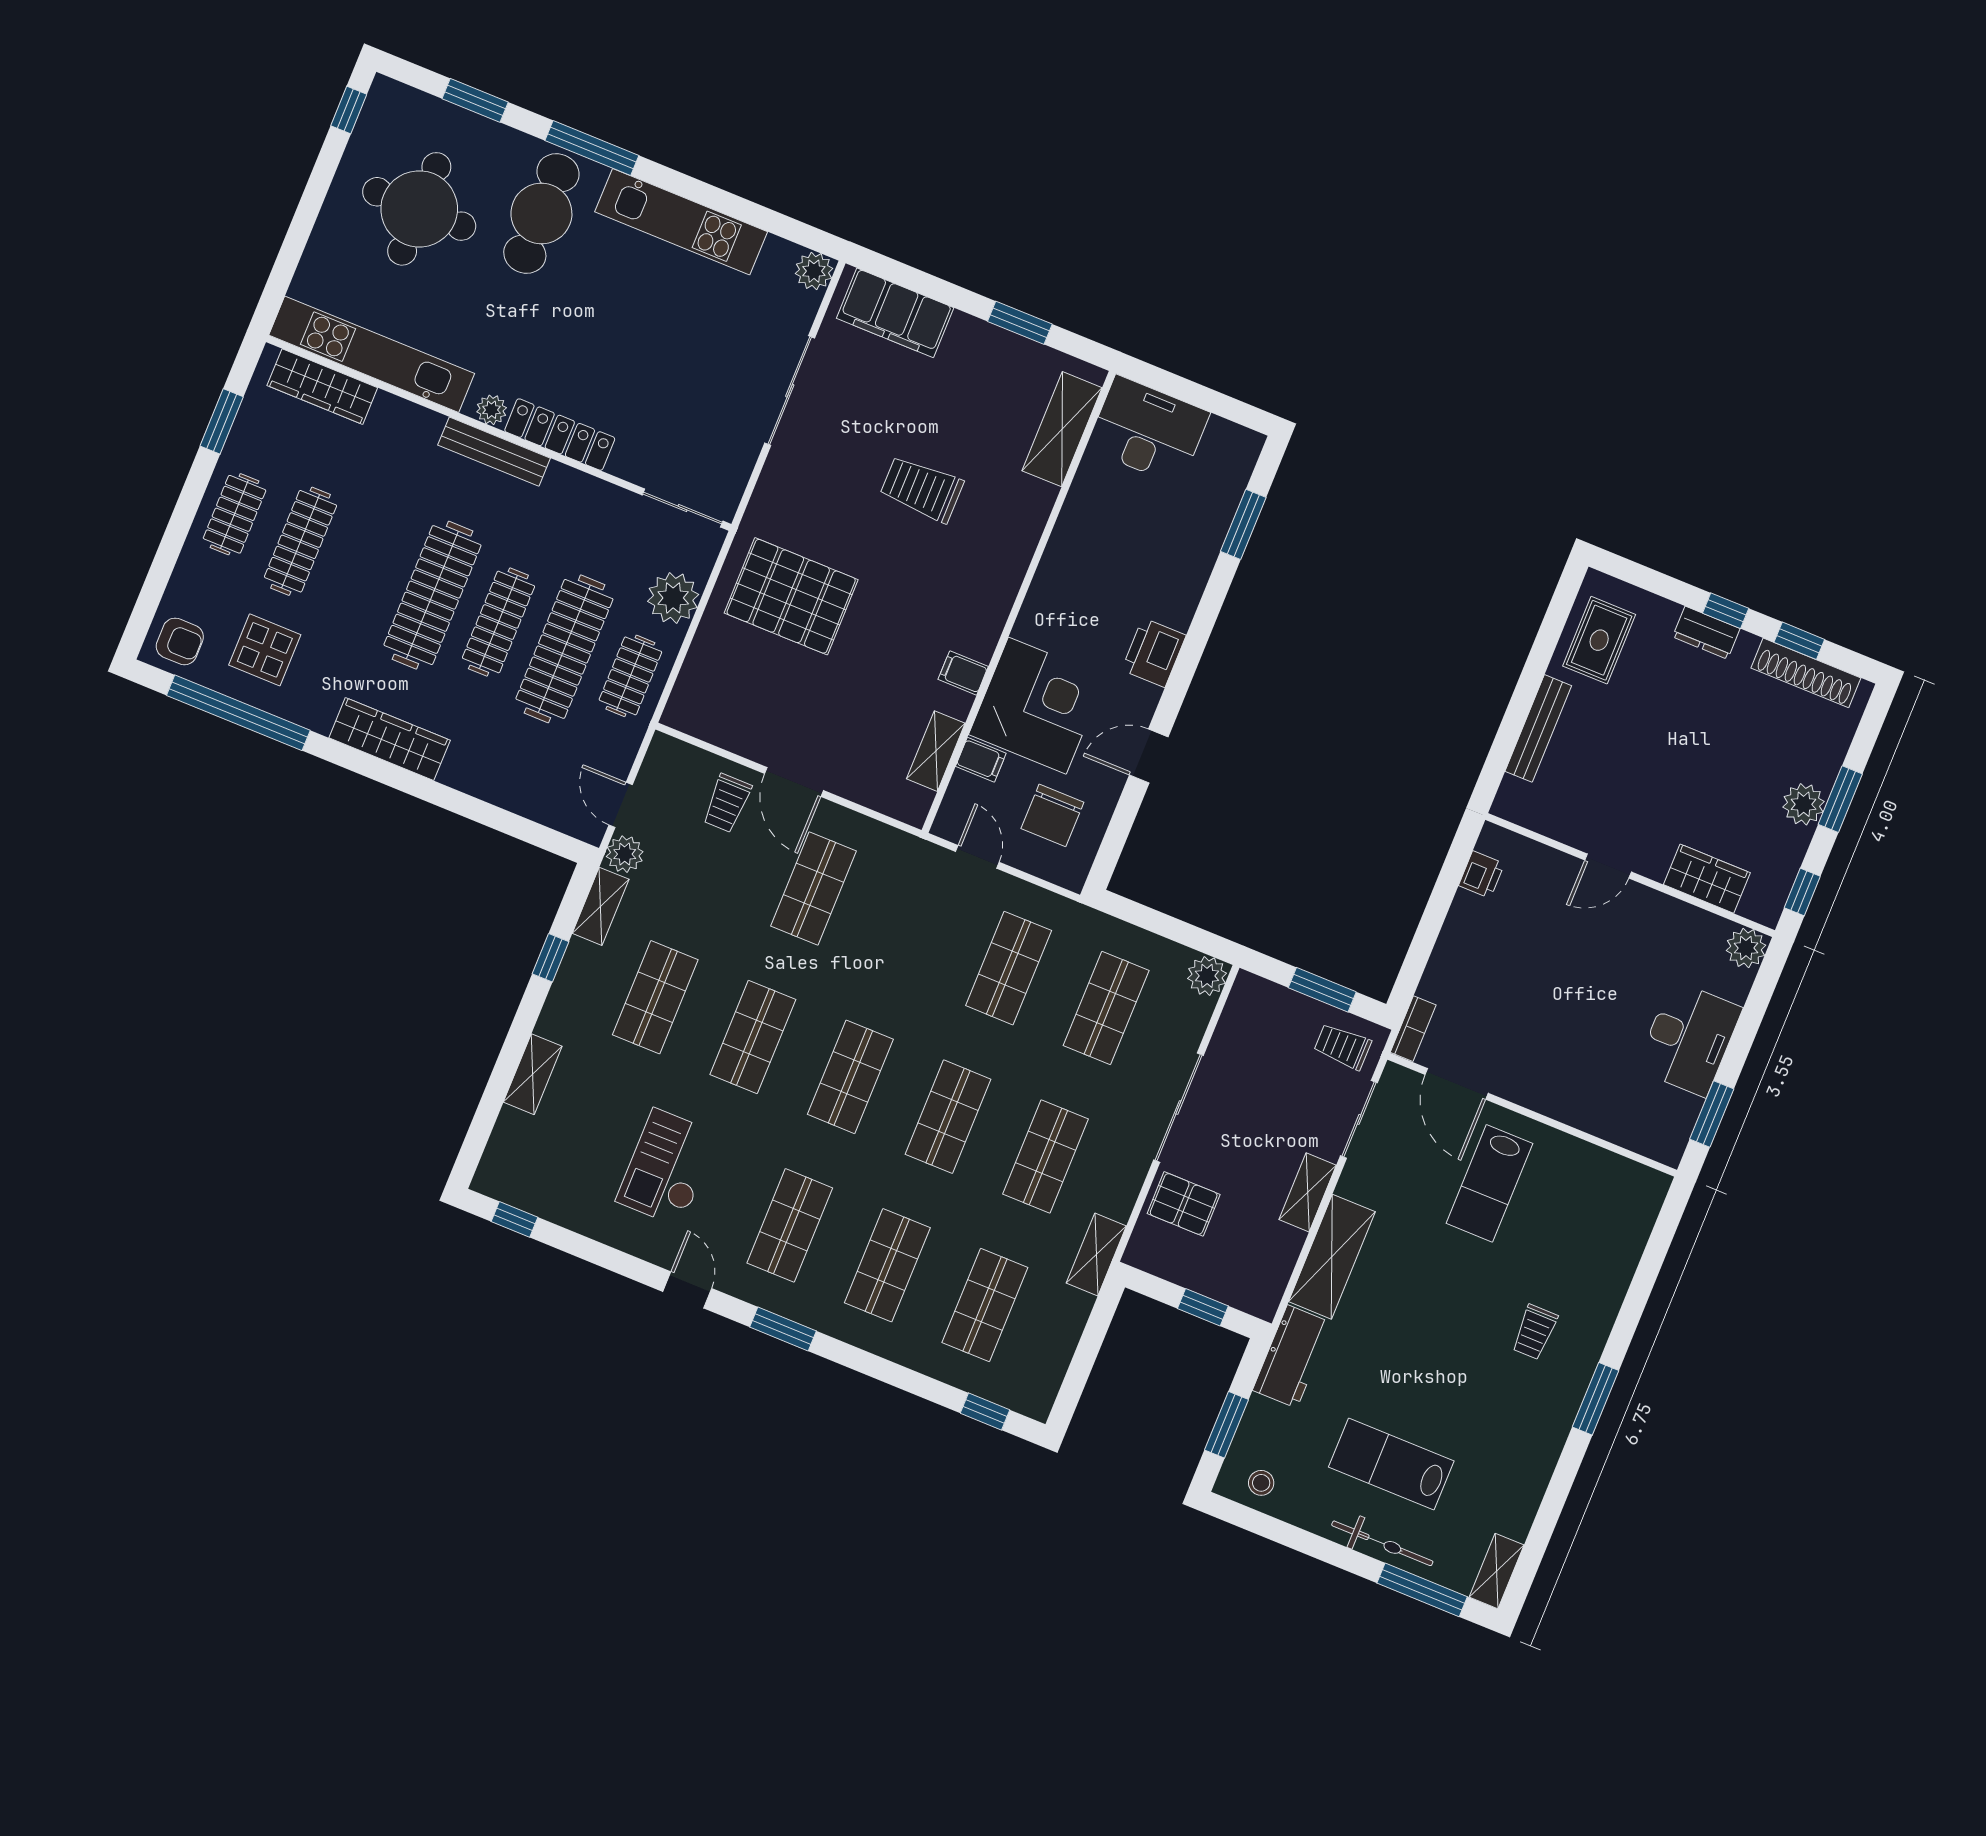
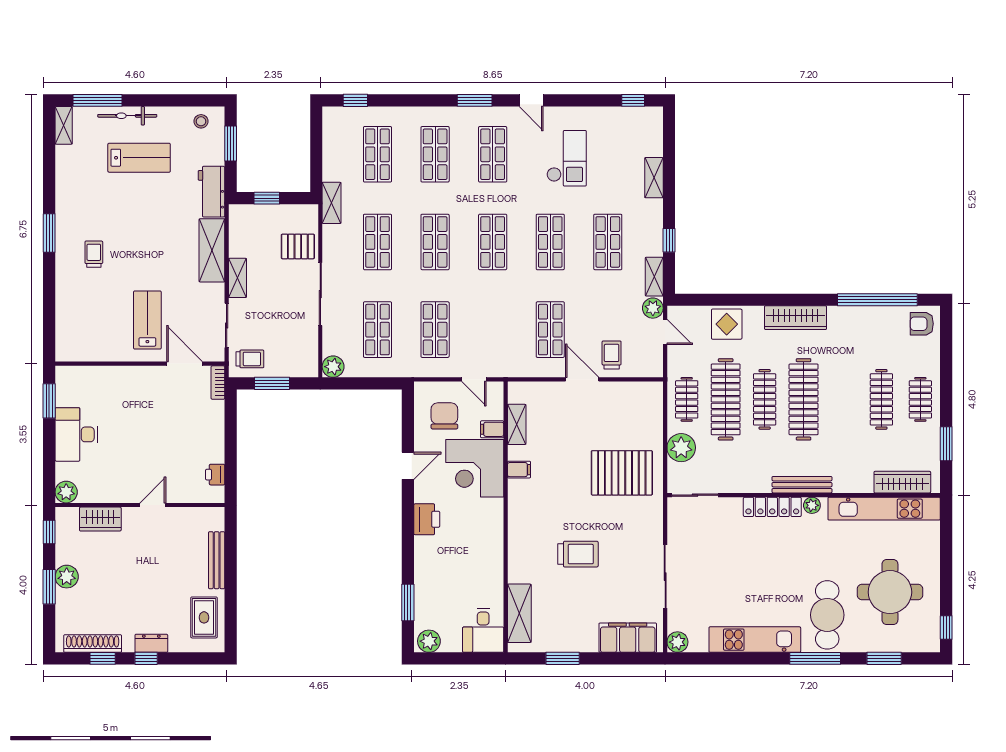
desk: (1148, 430) -> (483, 630), width x0.73
plant: (1234, 444) -> (429, 641), added
display table: (265, 650) -> (727, 324), moved

